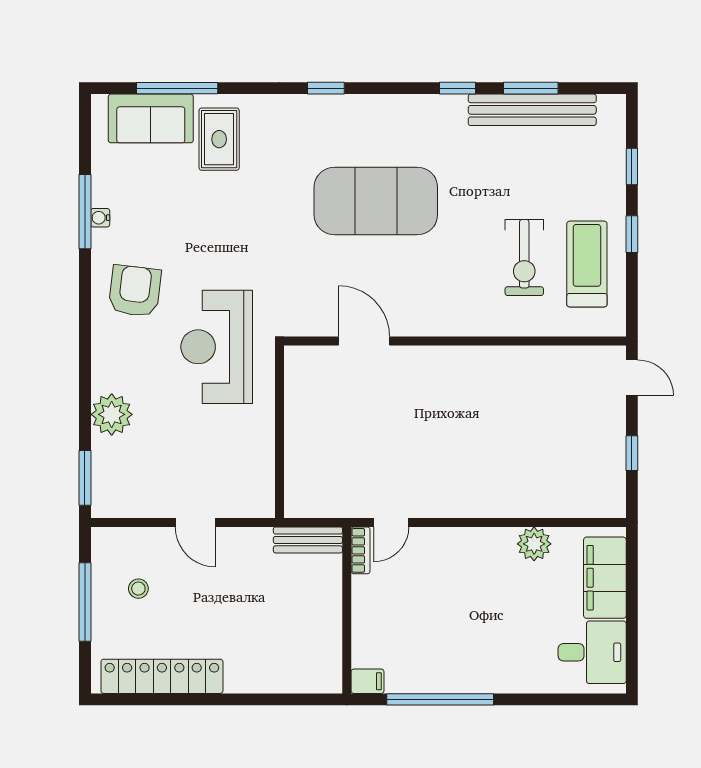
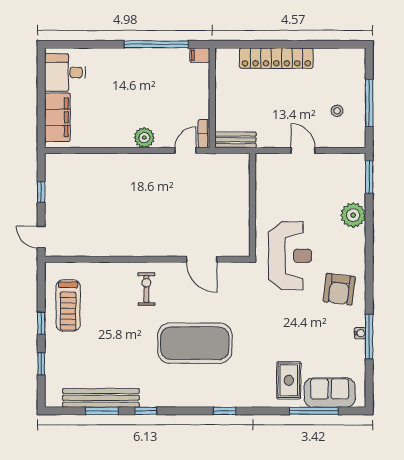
exercise bike: (524, 258) -> (146, 289), moved, width x0.73, depth x0.72
plant: (534, 544) -> (144, 138), moved
locker: (162, 676) -> (276, 58), moved

